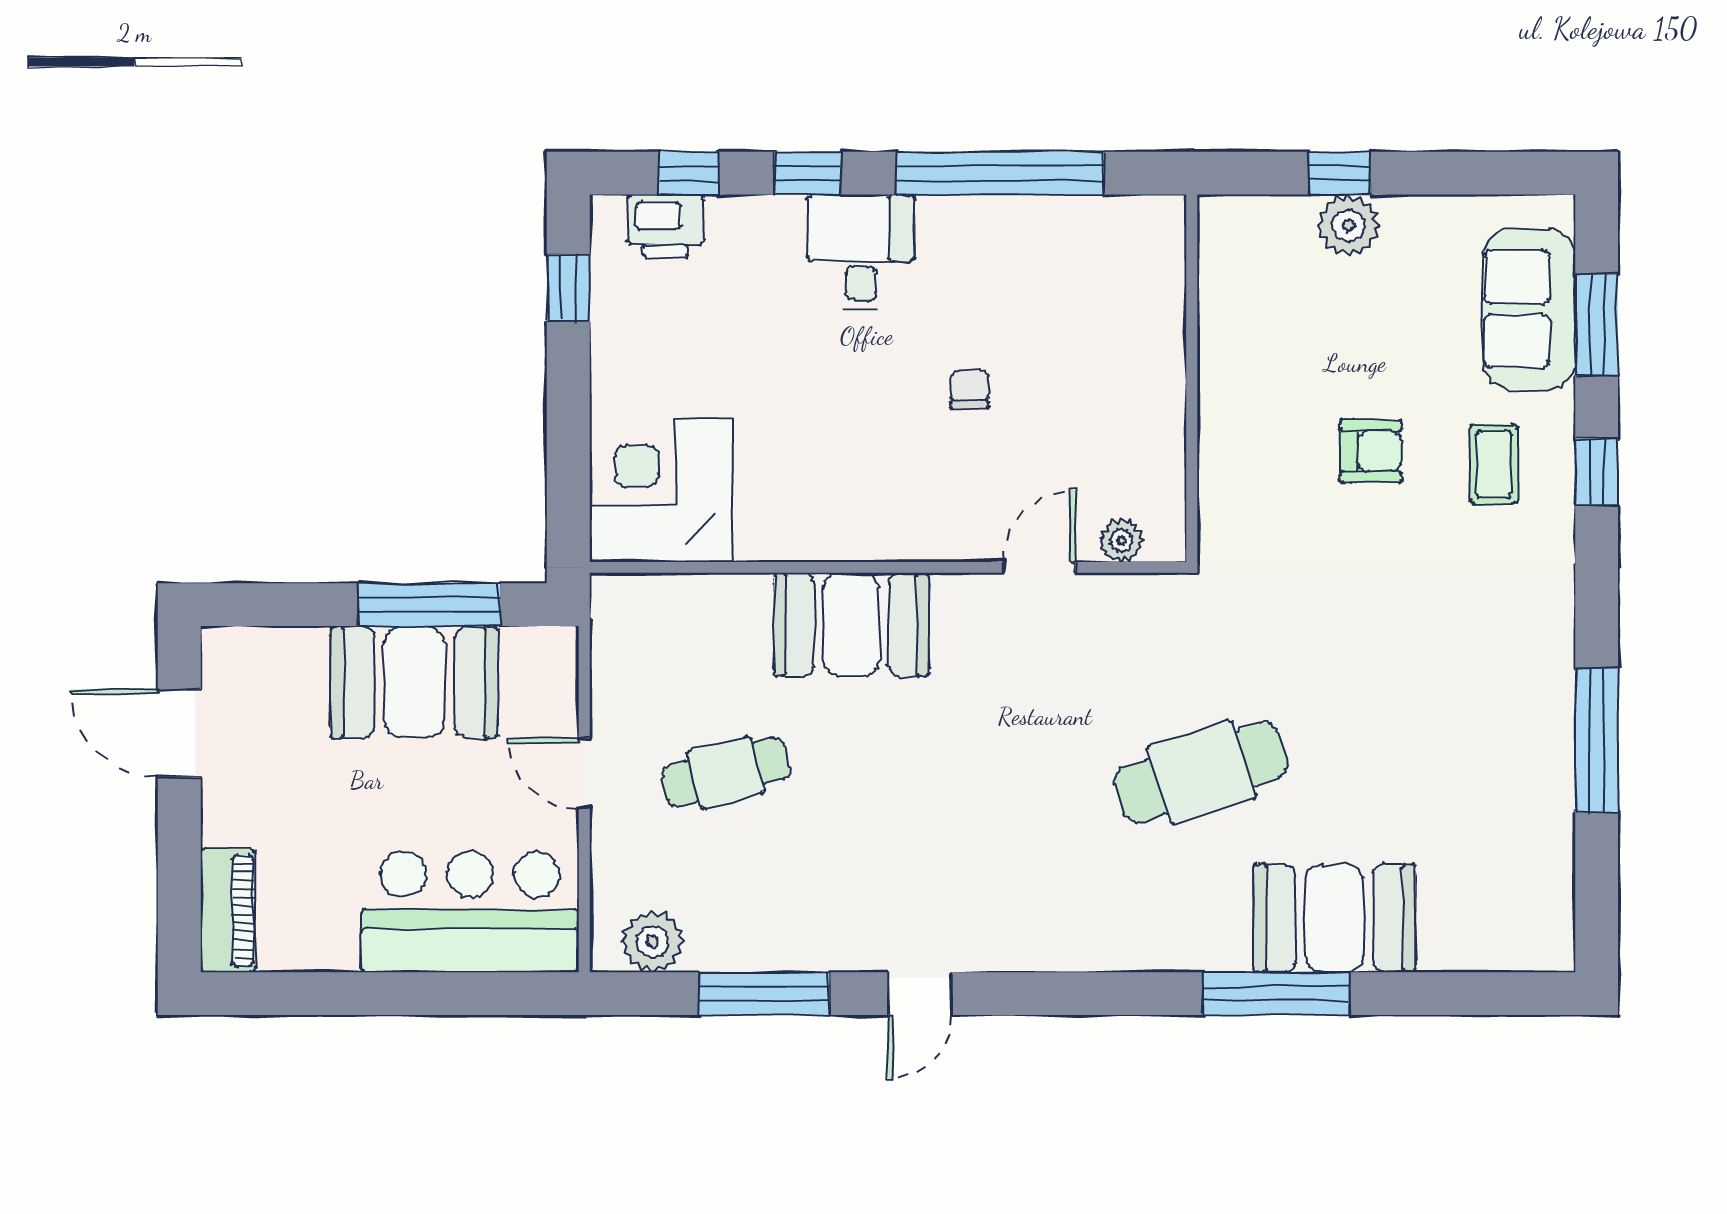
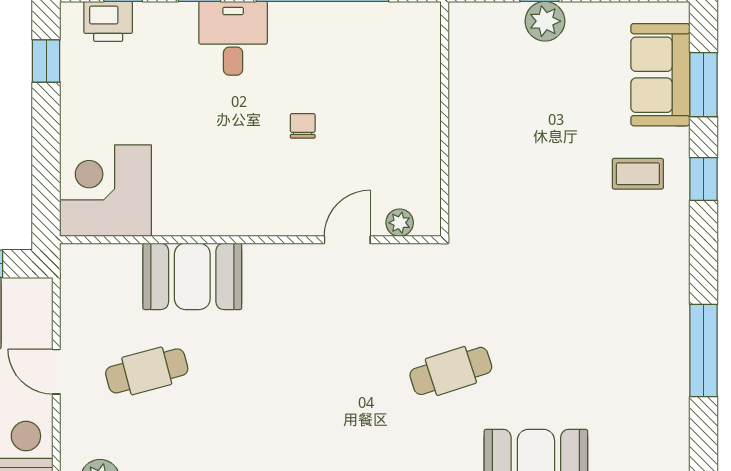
armchair: (1371, 451) -> (559, 166), removed
coffee table: (1494, 464) -> (638, 174), turned 90
booth: (851, 625) -> (192, 276), moved
cafe table: (1201, 773) -> (451, 371), width x0.73, depth x0.74

